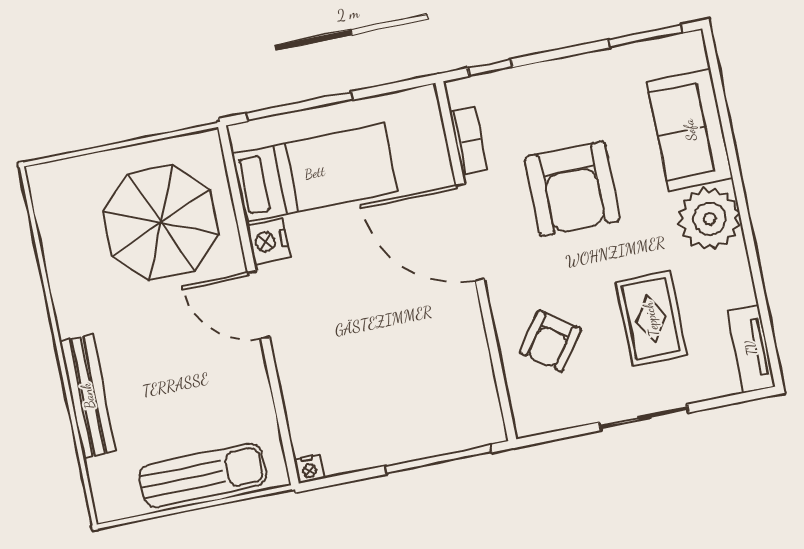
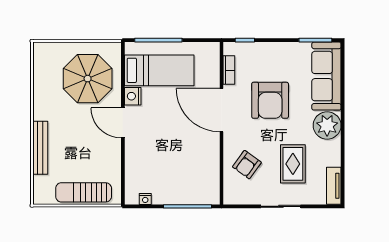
sofa: (690, 130) -> (326, 76), width x1.36
nightstand: (309, 469) -> (145, 199), moved
sun lounger: (203, 475) -> (84, 192), turned 180

